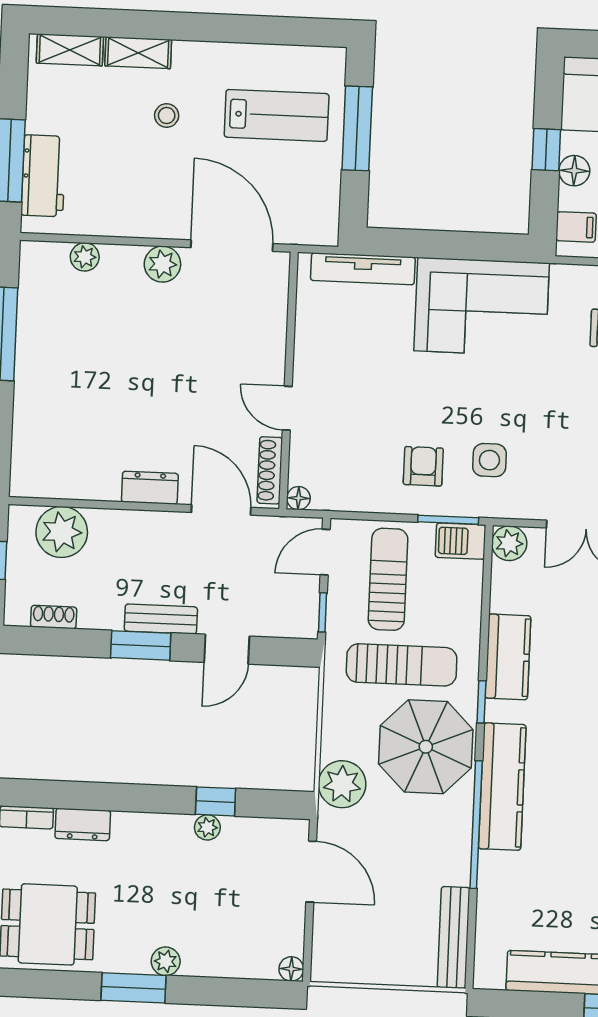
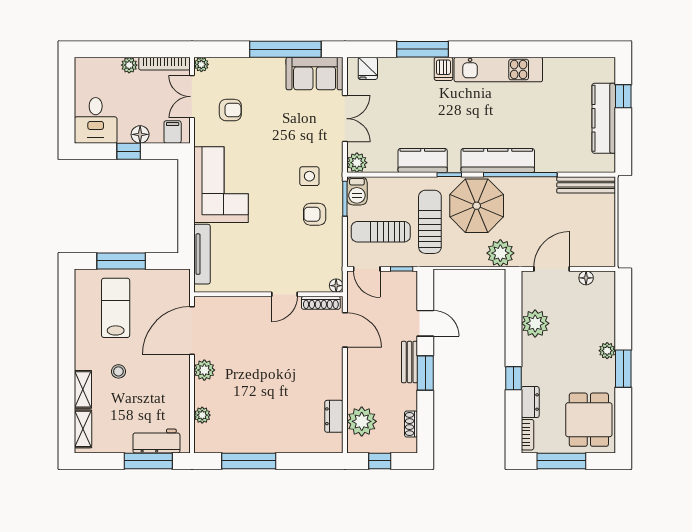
dresser: (150, 488) -> (334, 416), moved
door: (221, 510) -> (345, 330), swing flipped
window: (216, 801) -> (514, 378), moved
plant: (207, 827) -> (535, 323), width x1.88, depth x1.88
floor lamp: (291, 969) -> (586, 278), moved

